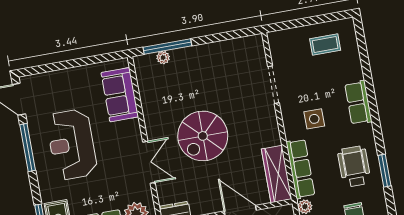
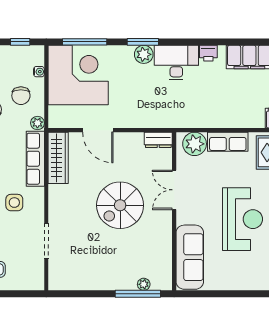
sofa: (120, 95) -> (190, 257), width x1.36
spiral stairs: (203, 136) -> (120, 205), turned 180

